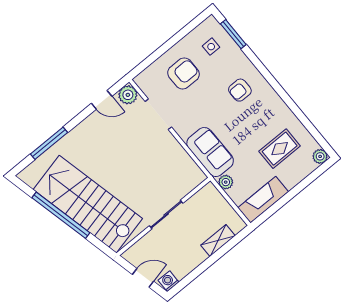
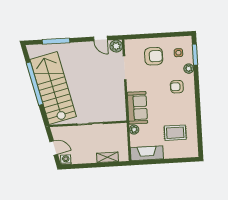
plant: (320, 156) -> (189, 69), moved

